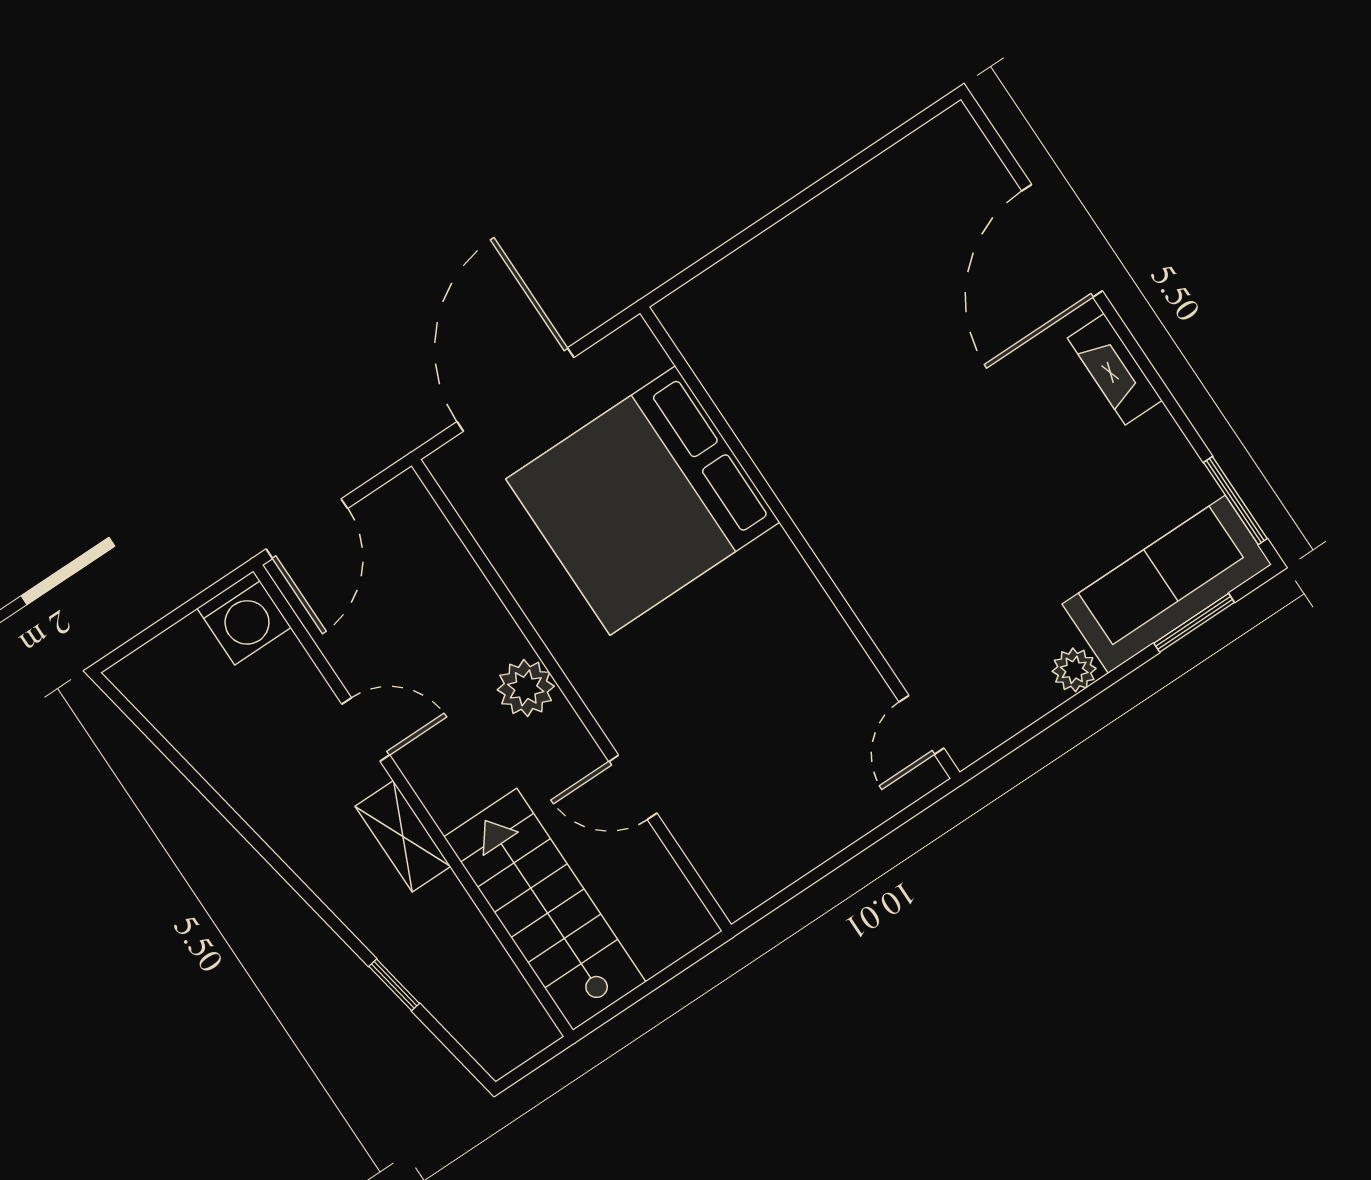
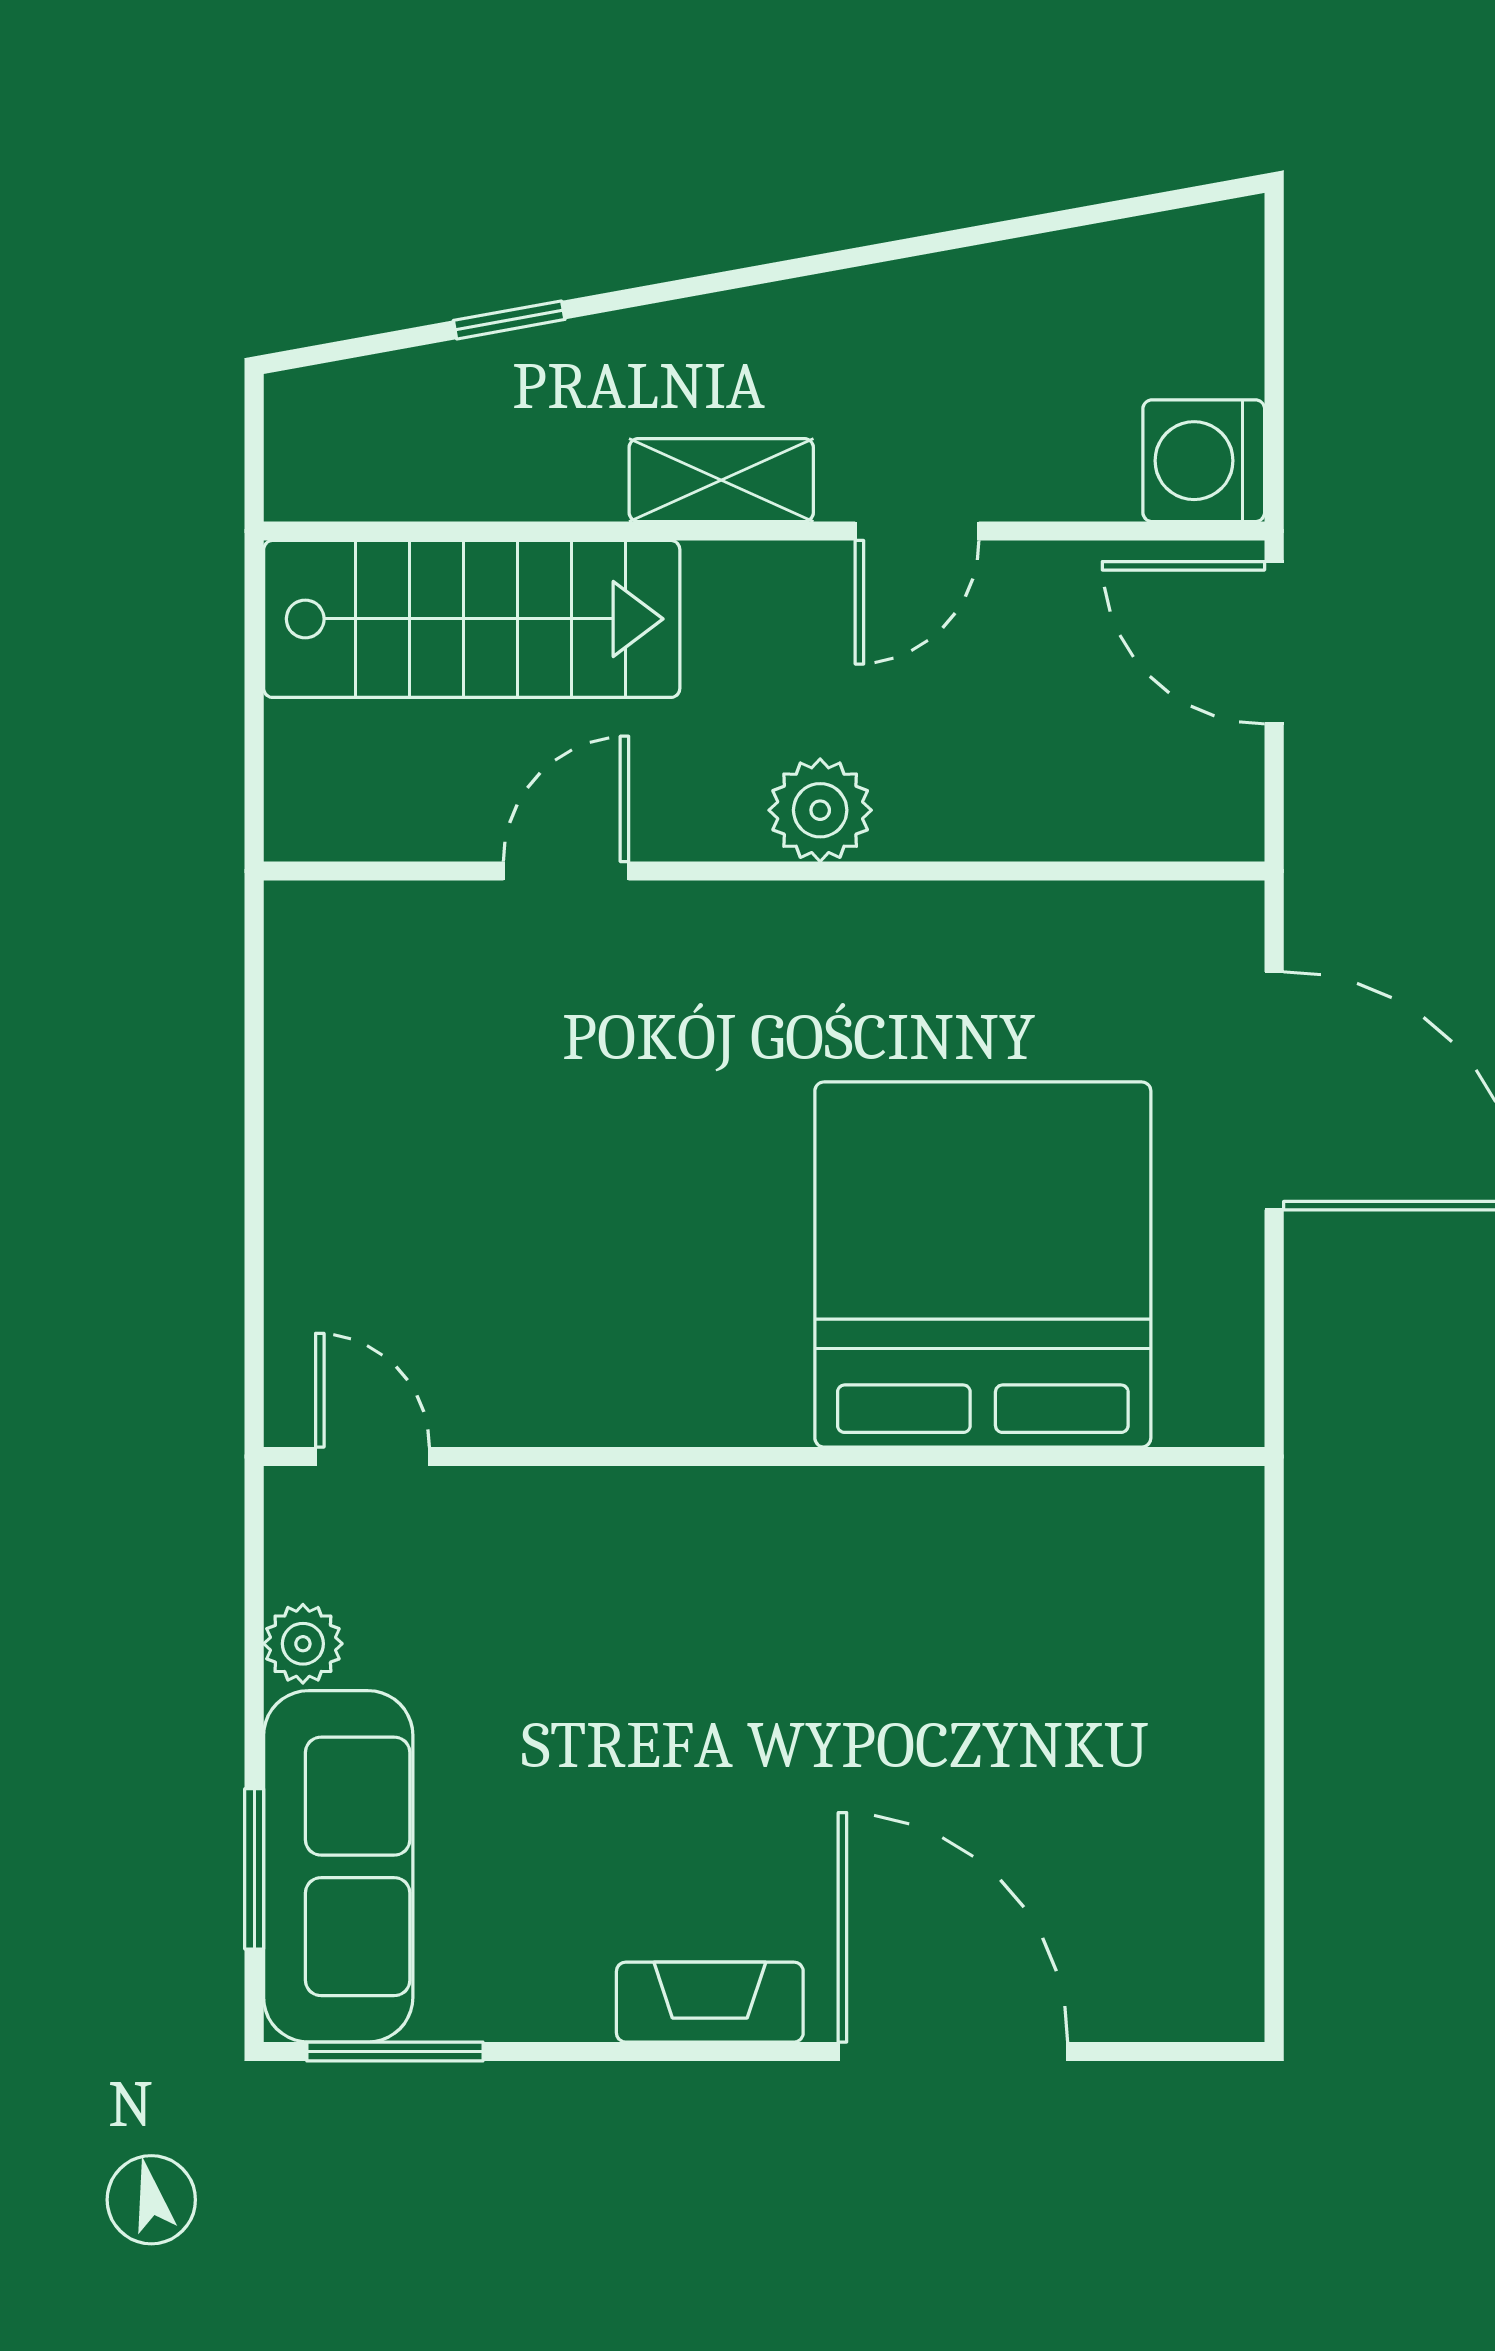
bed: (643, 501) -> (983, 1264), moved
wall: (800, 543) -> (764, 1456), moved
door: (922, 725) -> (372, 1456), moved

